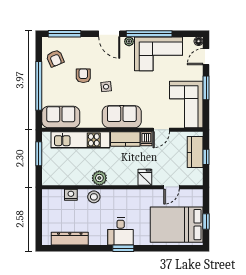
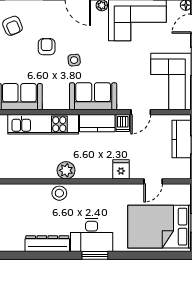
nightstand: (71, 195) -> (32, 191), removed
desk: (121, 232) -> (92, 235), width x1.37
dresser: (70, 239) -> (47, 244), moved

